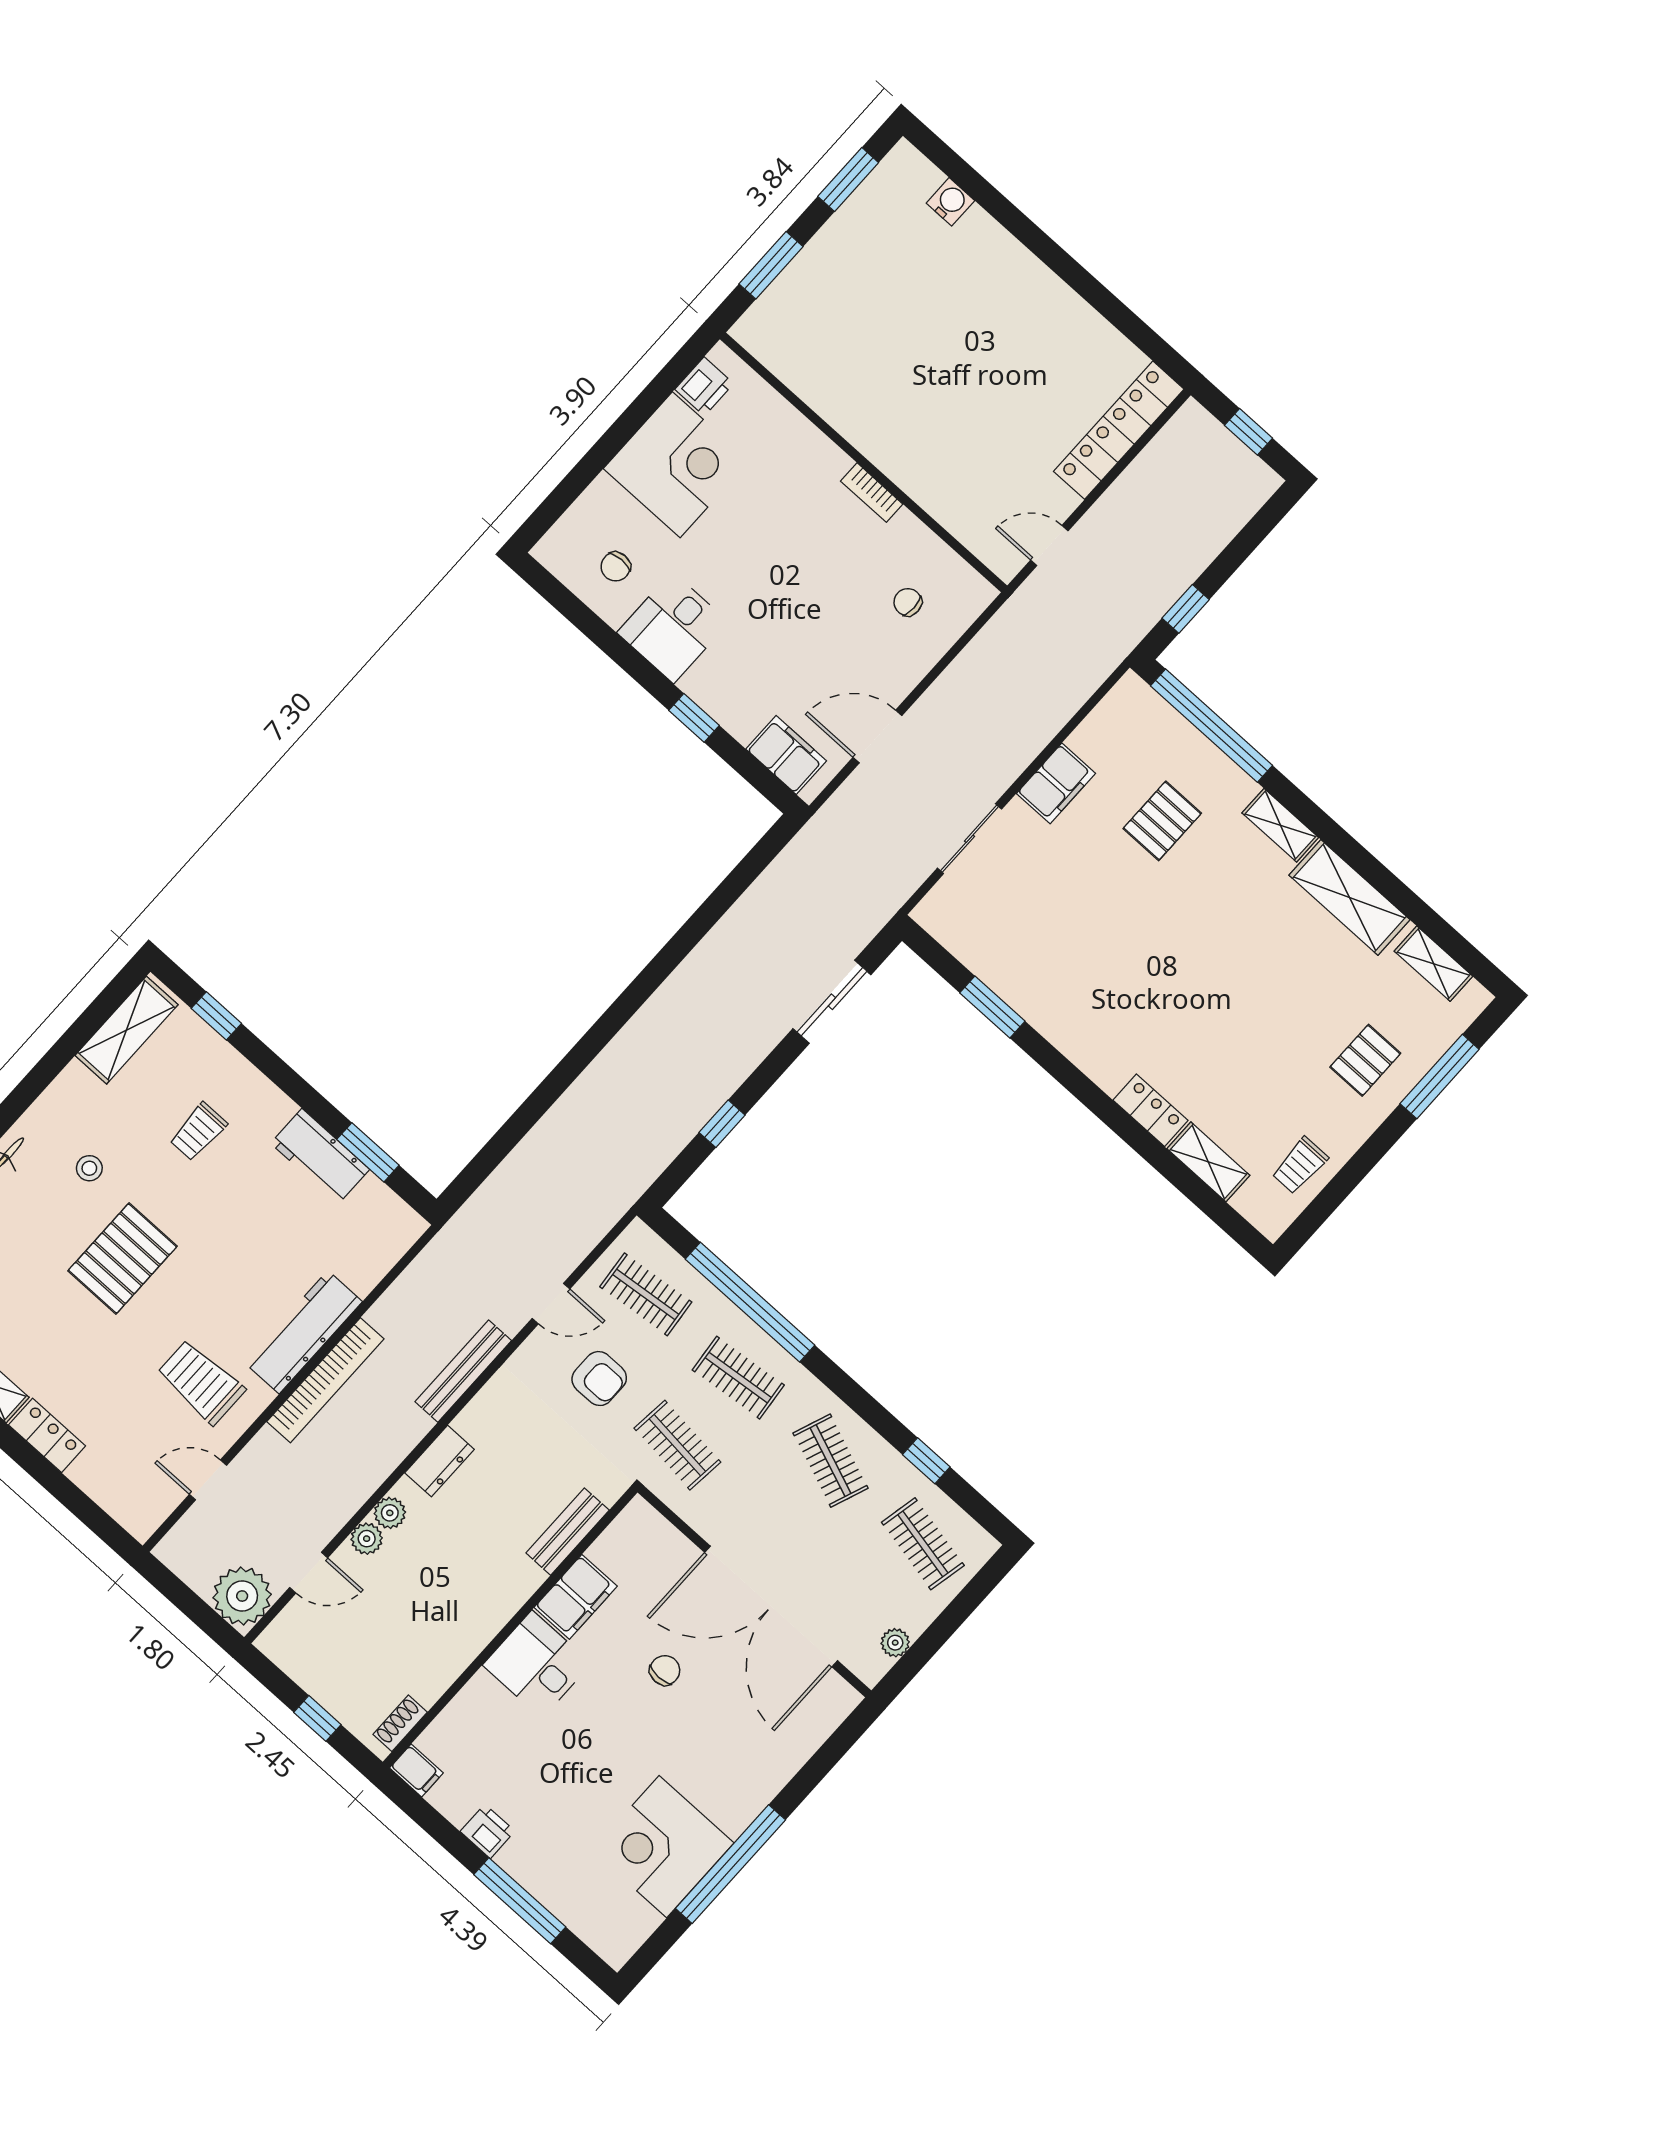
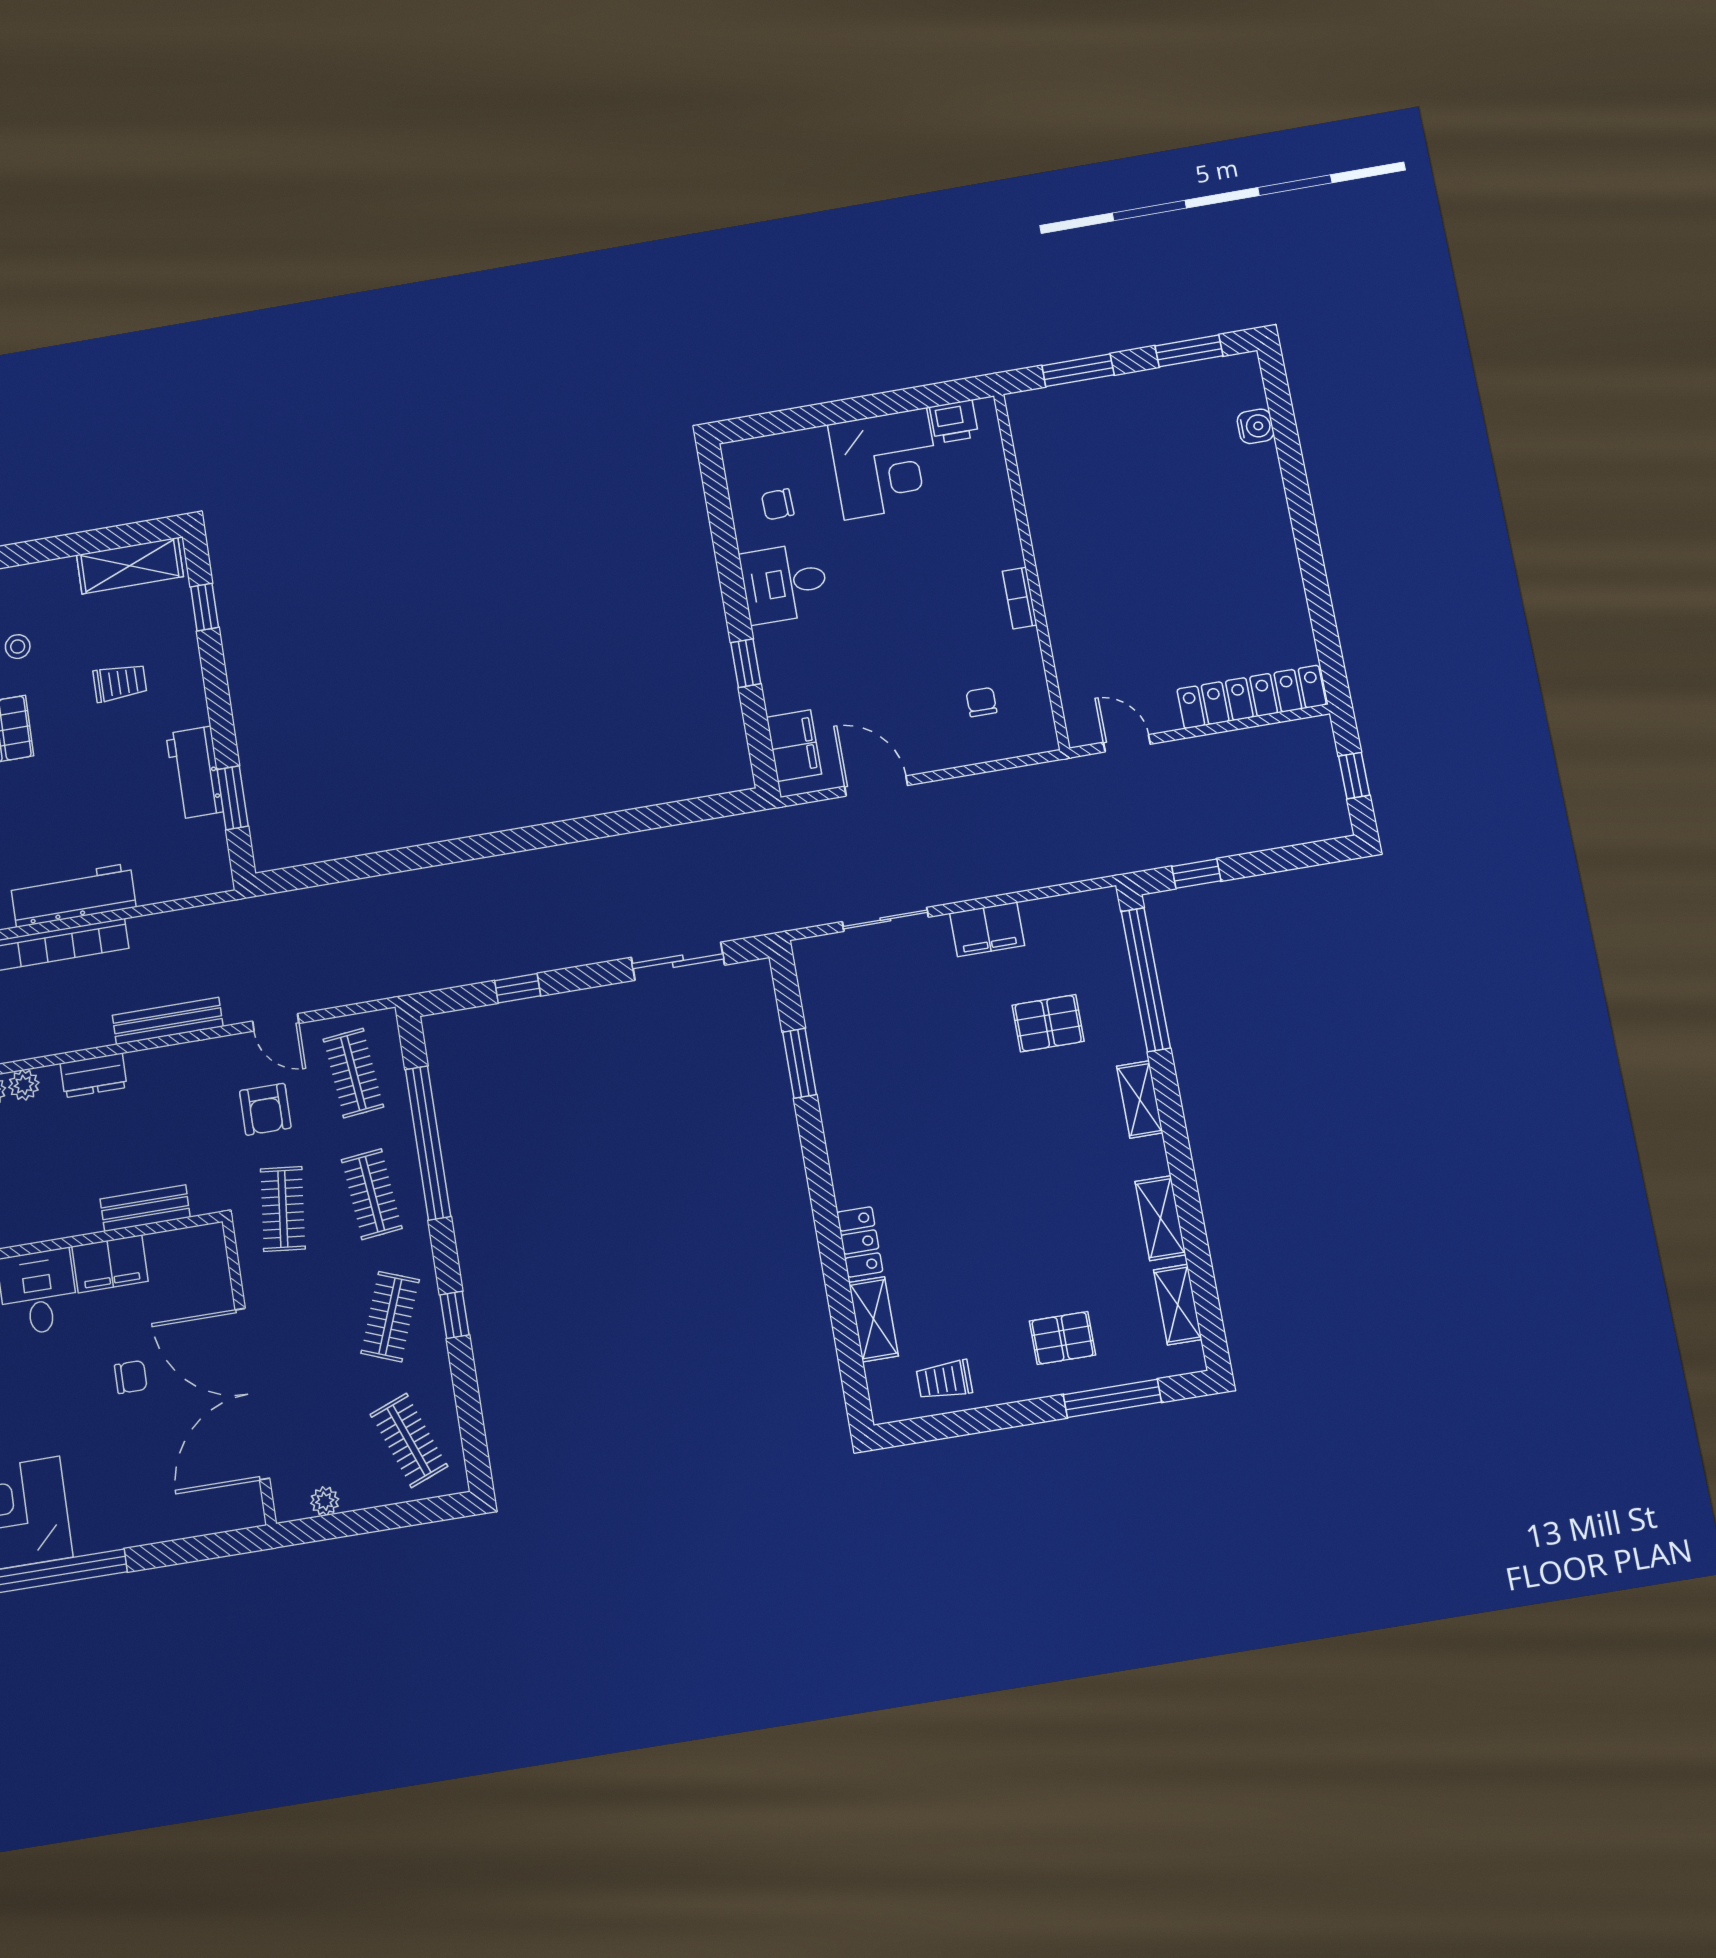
shelving: (1349, 897) -> (1160, 1218), width x0.67, depth x0.75
trolley: (198, 1132) -> (120, 683), turned 180
window: (926, 1461) -> (455, 1315), moved
clothes rail: (923, 1544) -> (409, 1440), turned -33

